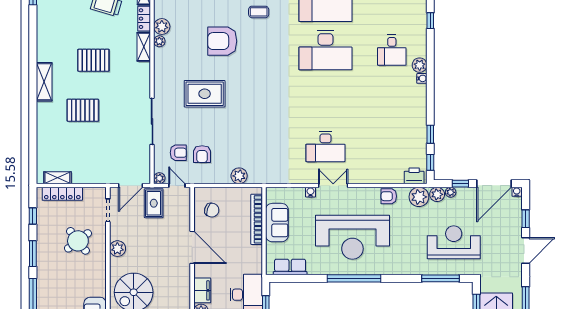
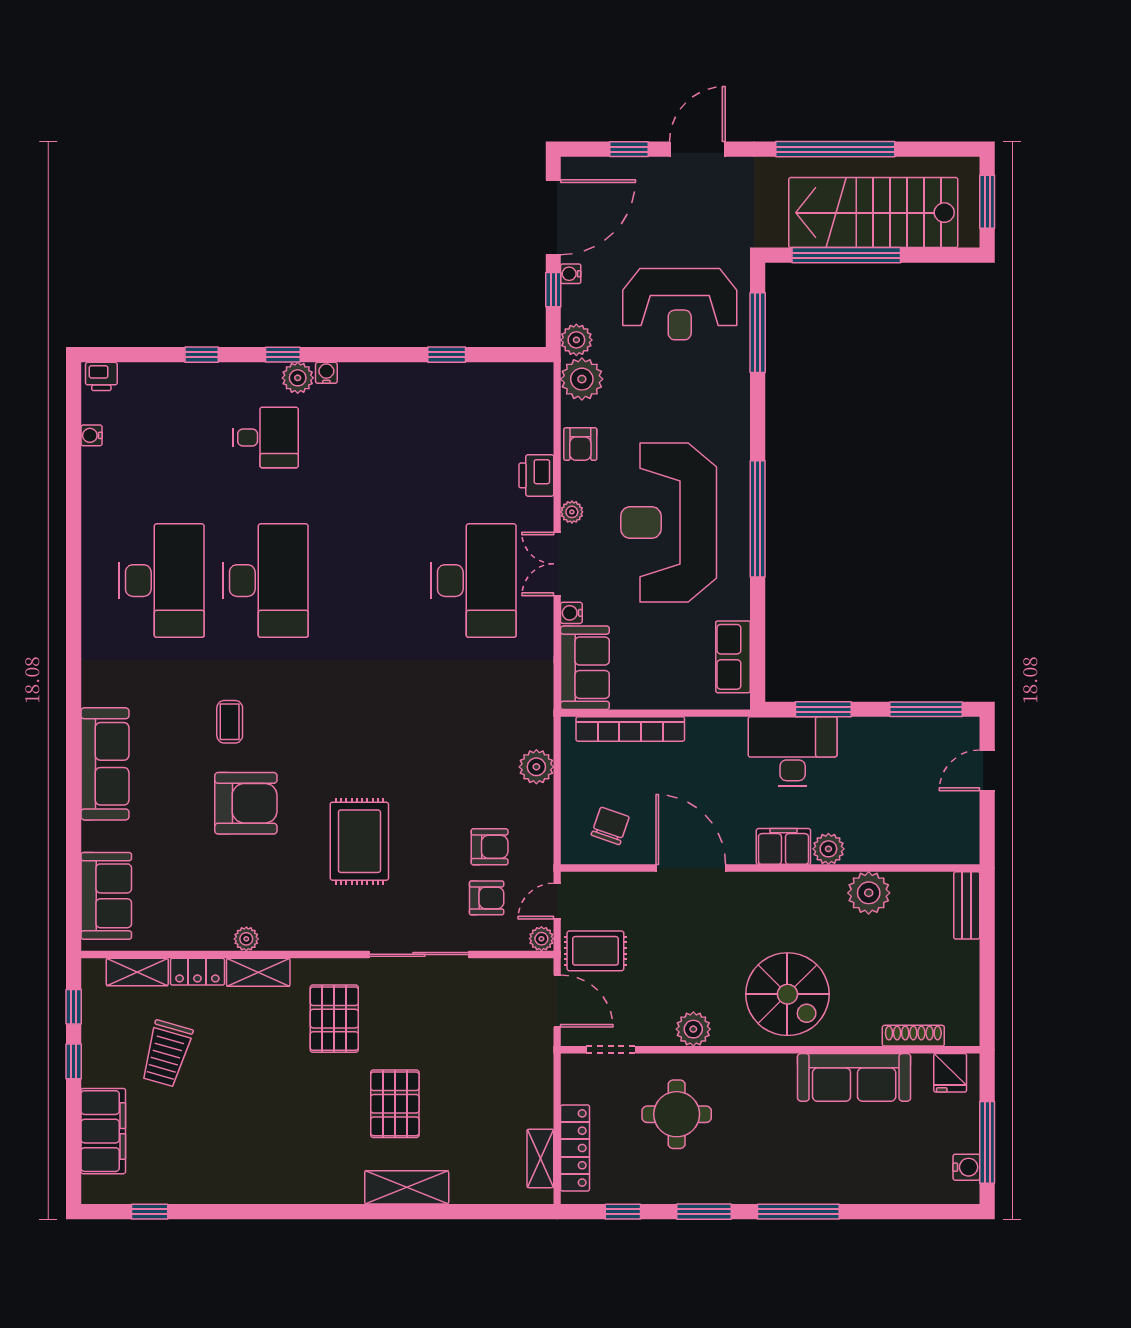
coffee table: (259, 12) -> (230, 722), moved
plant: (162, 27) -> (214, 934), removed
armchair: (222, 41) -> (246, 803), turned -90
pallet: (93, 60) -> (334, 1019), moved
shelving: (44, 82) -> (407, 1187), moved
desk: (325, 147) -> (473, 581), width x1.36, depth x1.30
armchair: (178, 153) -> (487, 898), turned 90
window: (430, 162) -> (283, 355), moved
printer: (414, 176) -> (536, 475), moved
door: (494, 184) -> (553, 217), hinge flipped
plant: (451, 192) -> (572, 512), moved
water cooler: (517, 192) -> (571, 274), moved
sofa: (277, 223) -> (585, 668), moved, turned 90
reception desk: (352, 237) -> (669, 522), turned 180
round table: (78, 241) -> (677, 1114), turned 38
reception desk: (454, 242) -> (680, 304), turned -90
door: (192, 247) -> (691, 868), hinge flipped
door: (526, 250) -> (697, 149), hinge flipped

